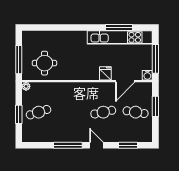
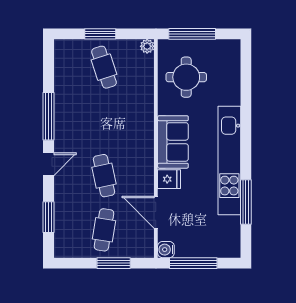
kitchen unit: (120, 37) -> (229, 160), moved
sofa: (83, 71) -> (173, 142), added

